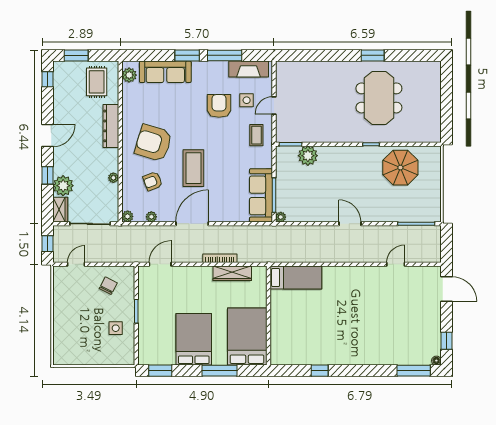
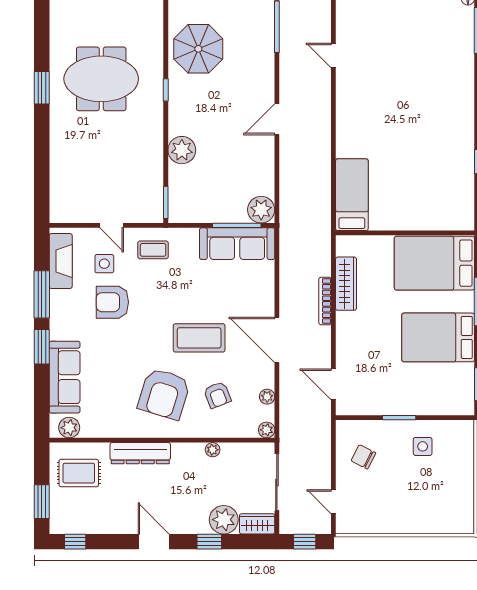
plant: (308, 156) -> (182, 150), moved
plant: (281, 217) -> (261, 210), width x1.87, depth x1.87

